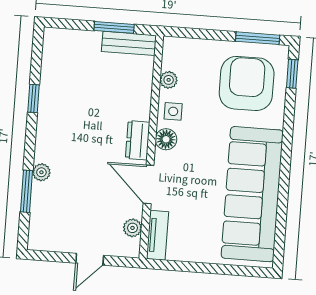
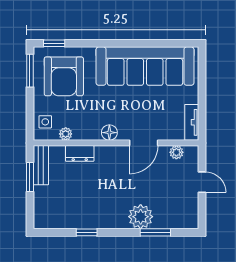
armchair: (247, 83) -> (64, 76), turned -90
side table: (173, 111) -> (45, 122), moved
dresser: (138, 140) -> (80, 153), moved
plant: (41, 172) -> (141, 217), width x1.87, depth x1.87
tv unit: (158, 235) -> (192, 122), moved, turned -90

